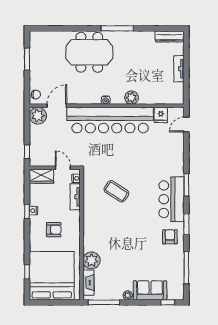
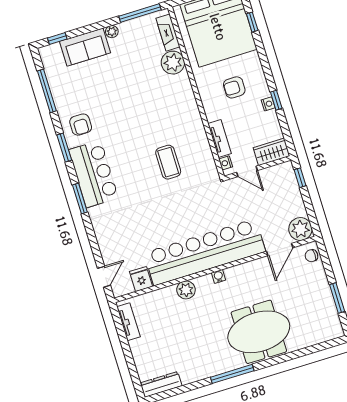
tv unit: (179, 69) -> (128, 322), moved
coffee table: (116, 191) -> (168, 162), turned 57

